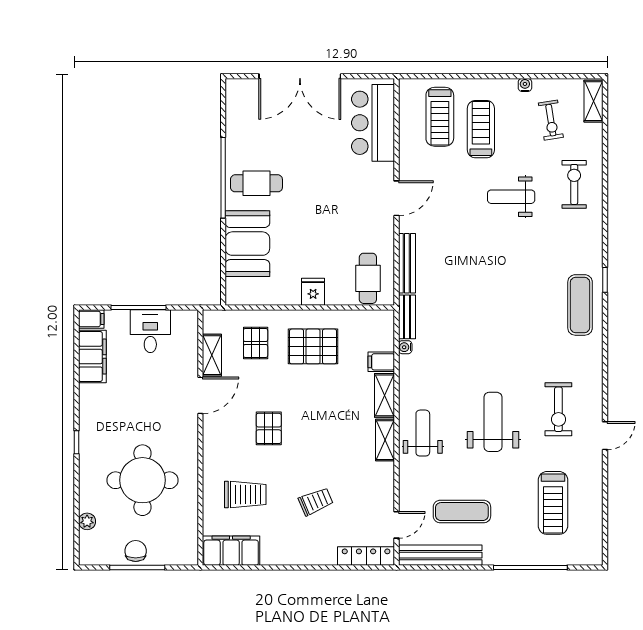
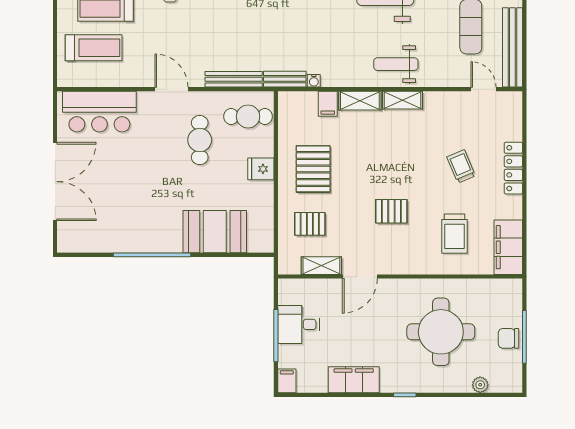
cafe table: (256, 183) -> (200, 140), moved
filing cabinet: (92, 357) -> (354, 380), moved
door: (200, 395) -> (360, 277), swing flipped
trolley: (245, 495) -> (455, 234), turned 180
locker: (366, 556) -> (513, 168), moved

